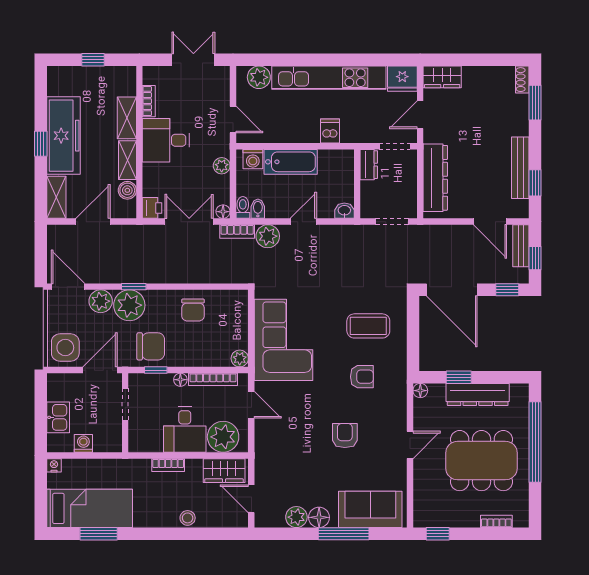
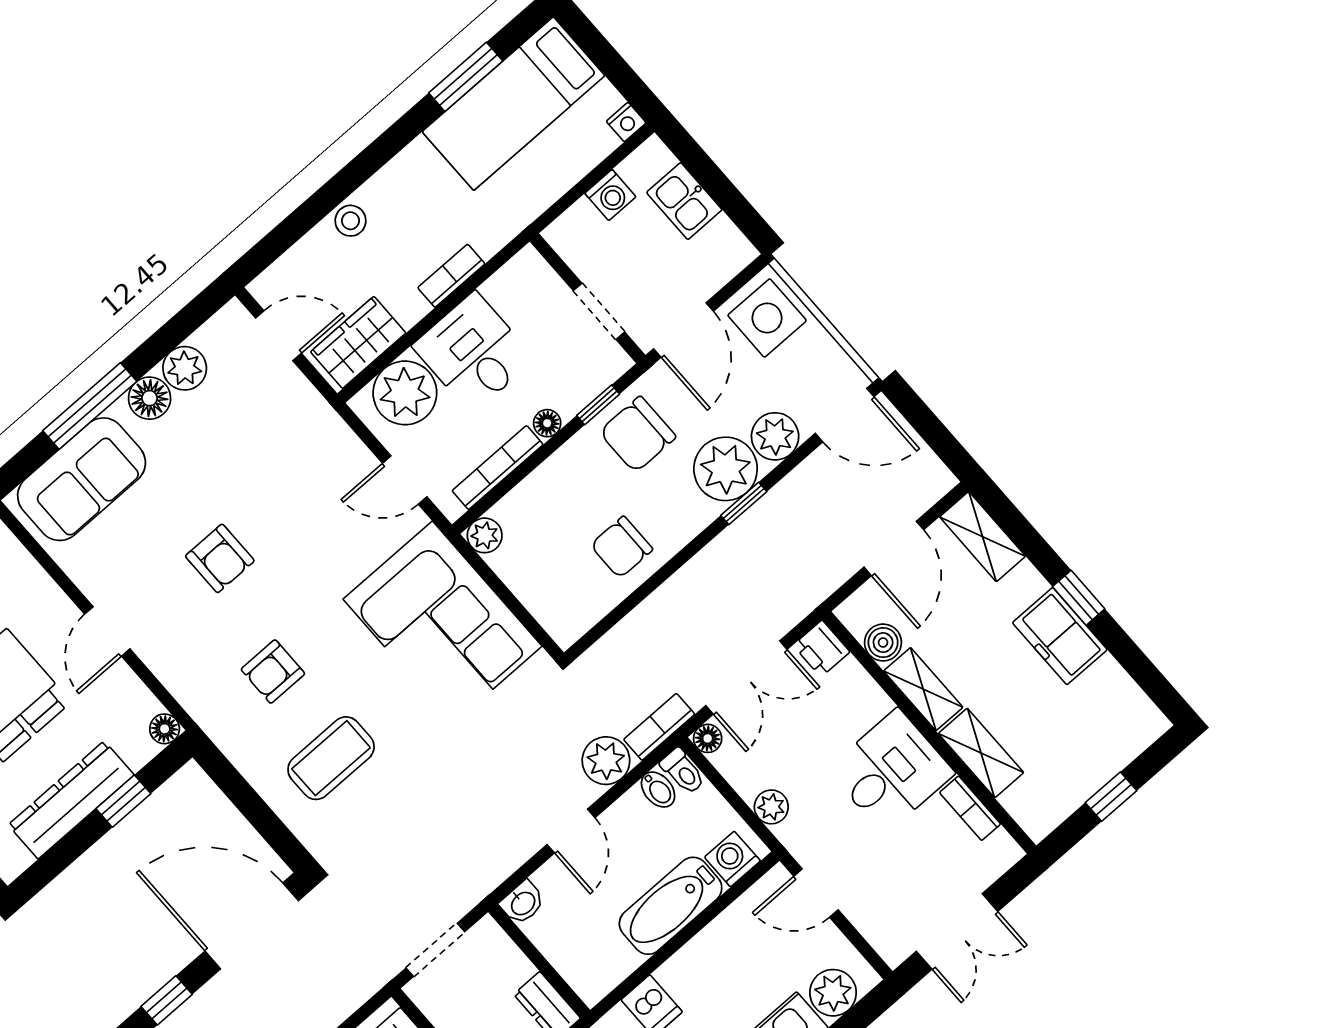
freezer: (64, 136) -> (1060, 636), width x0.52, depth x0.79
chair: (193, 310) -> (622, 547), turned -90

